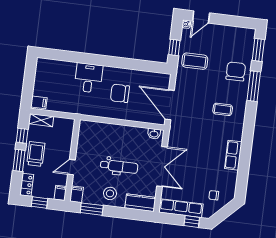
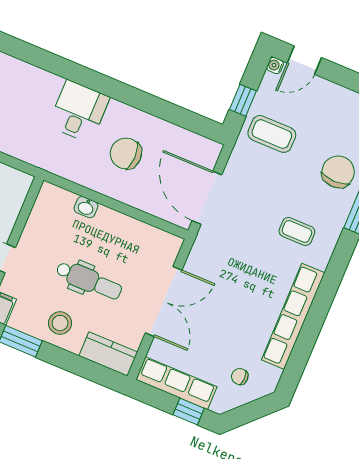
washbasin: (154, 134) -> (86, 207), moved
row of seats: (233, 155) -> (293, 316), width x2.02

